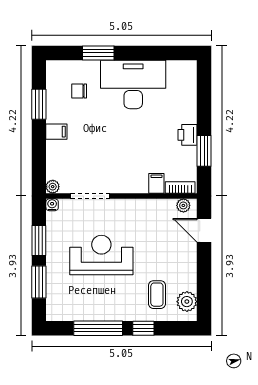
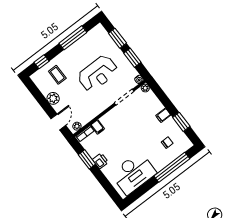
window: (98, 53) -> (172, 167), width x2.11
desk: (133, 84) -> (133, 173), moved
door: (204, 230) -> (58, 122), hinge flipped
plant: (187, 302) -> (53, 98), moved
window: (143, 328) -> (42, 62), moved

